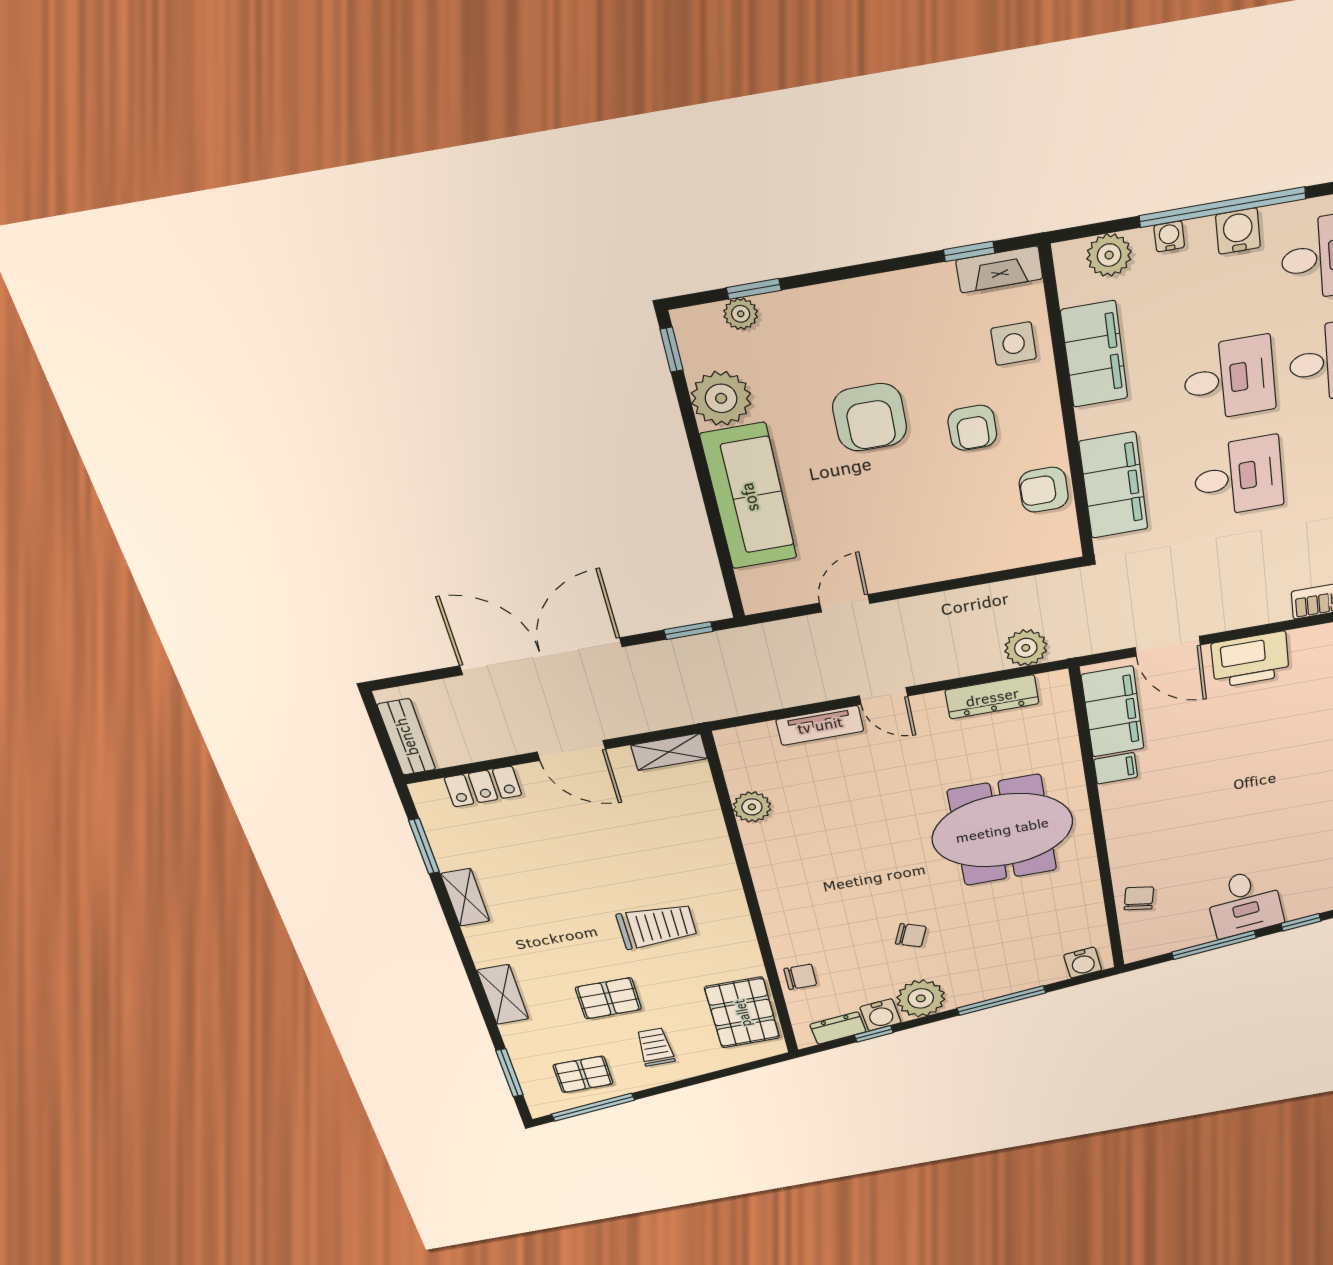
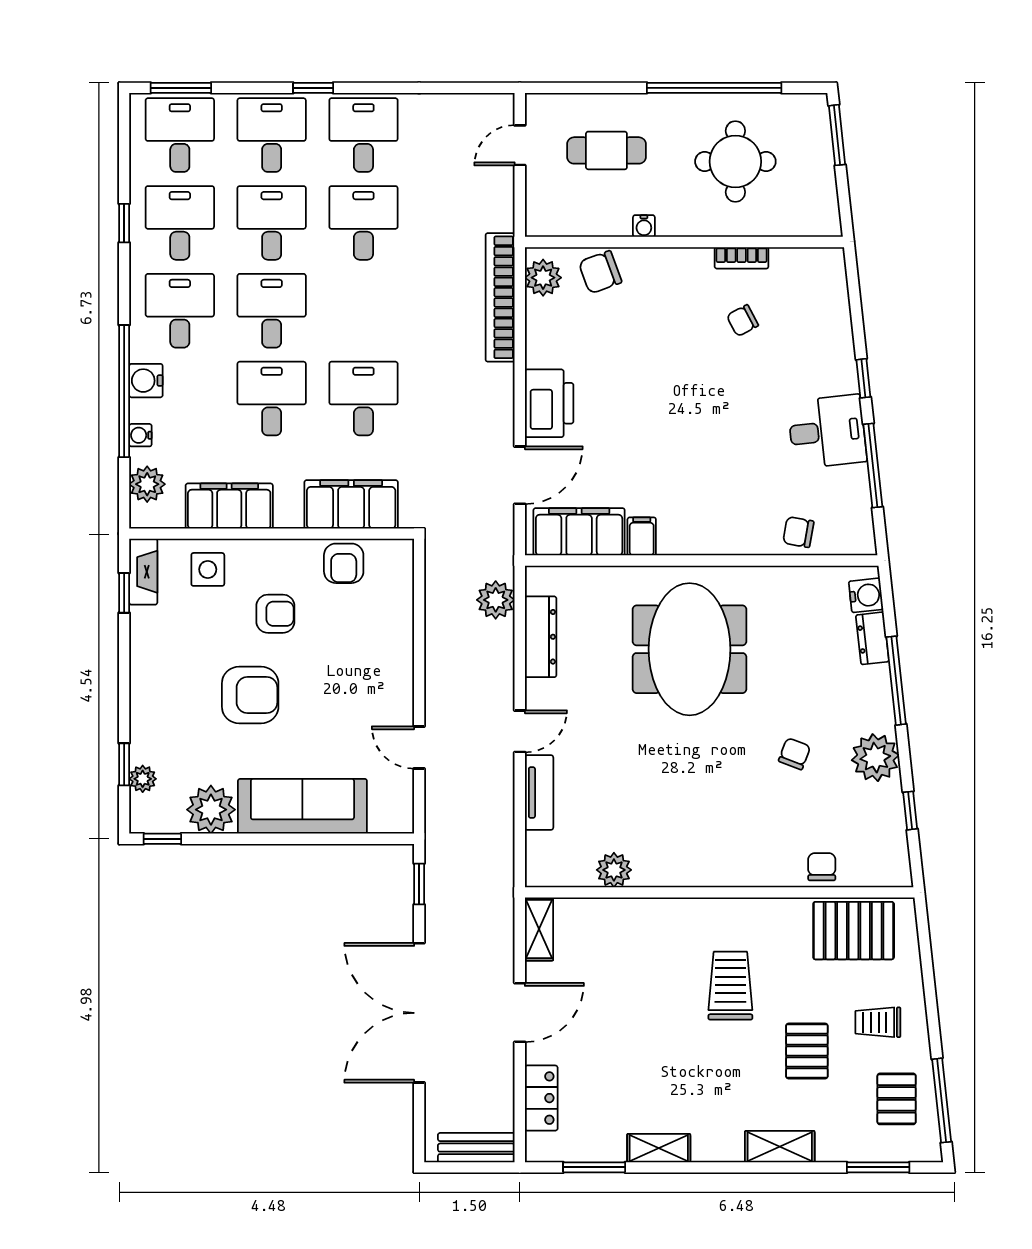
water cooler: (880, 1015) -> (887, 800), removed
dresser: (838, 1028) -> (872, 638), moved

